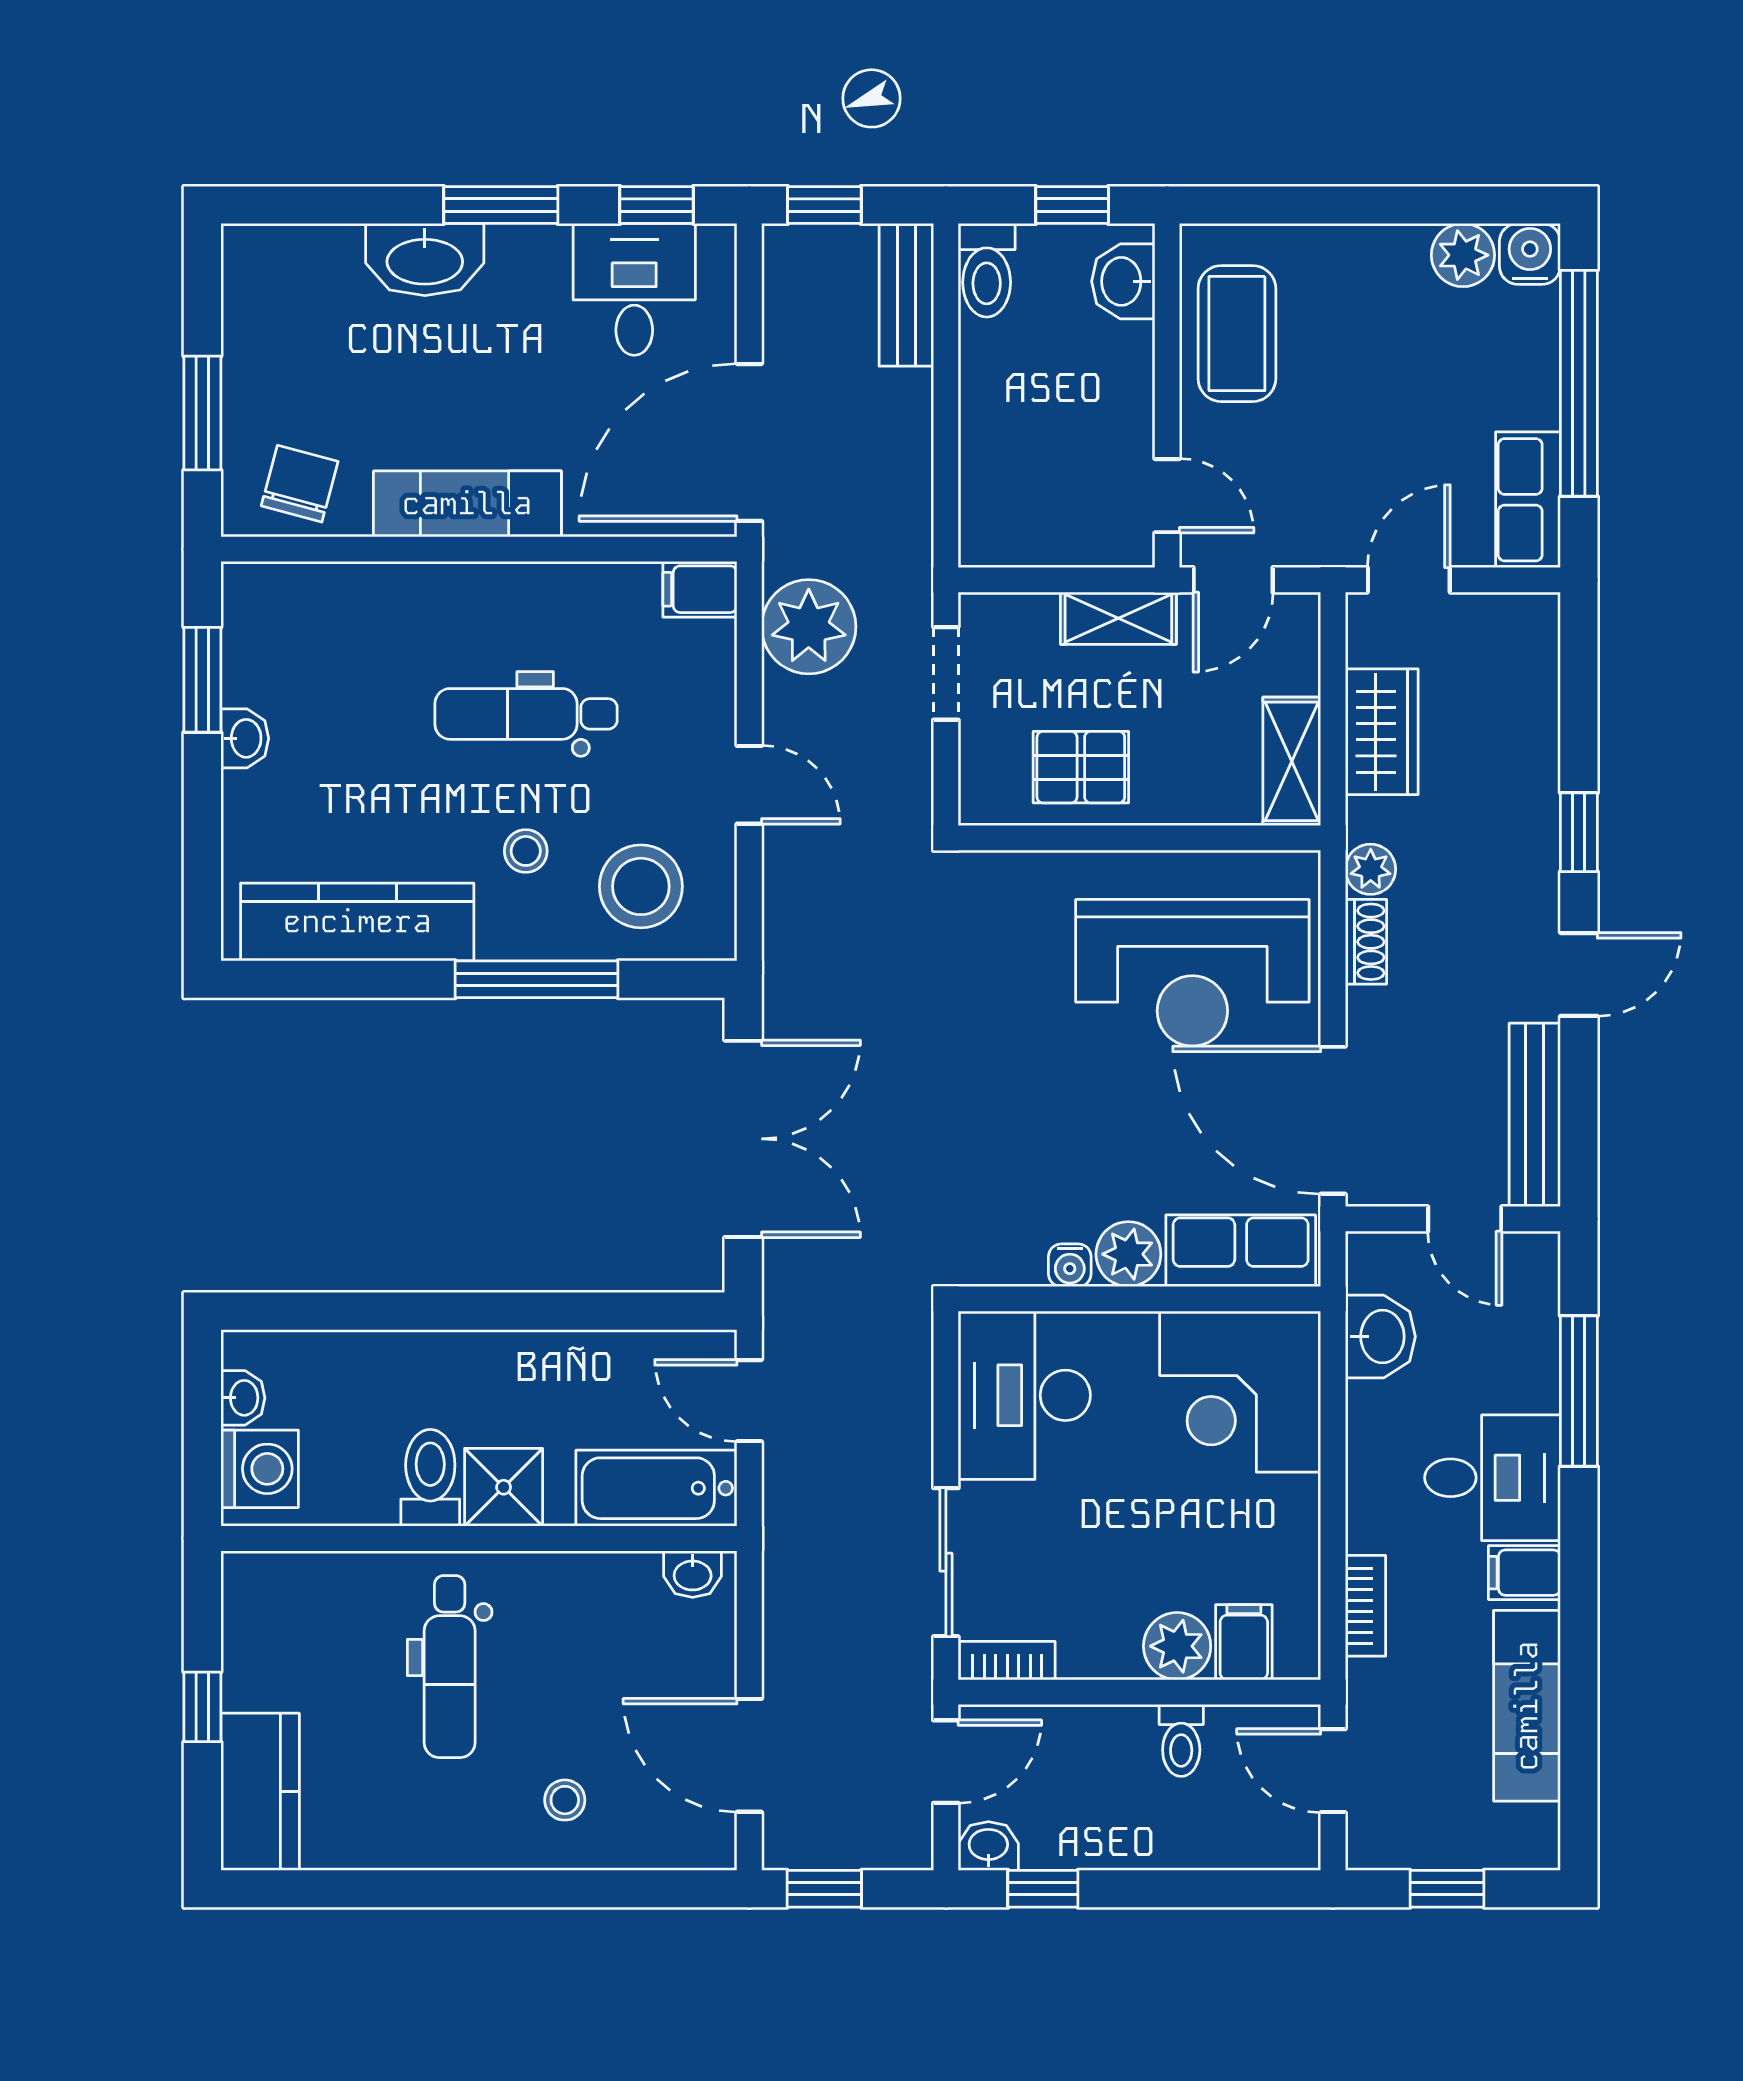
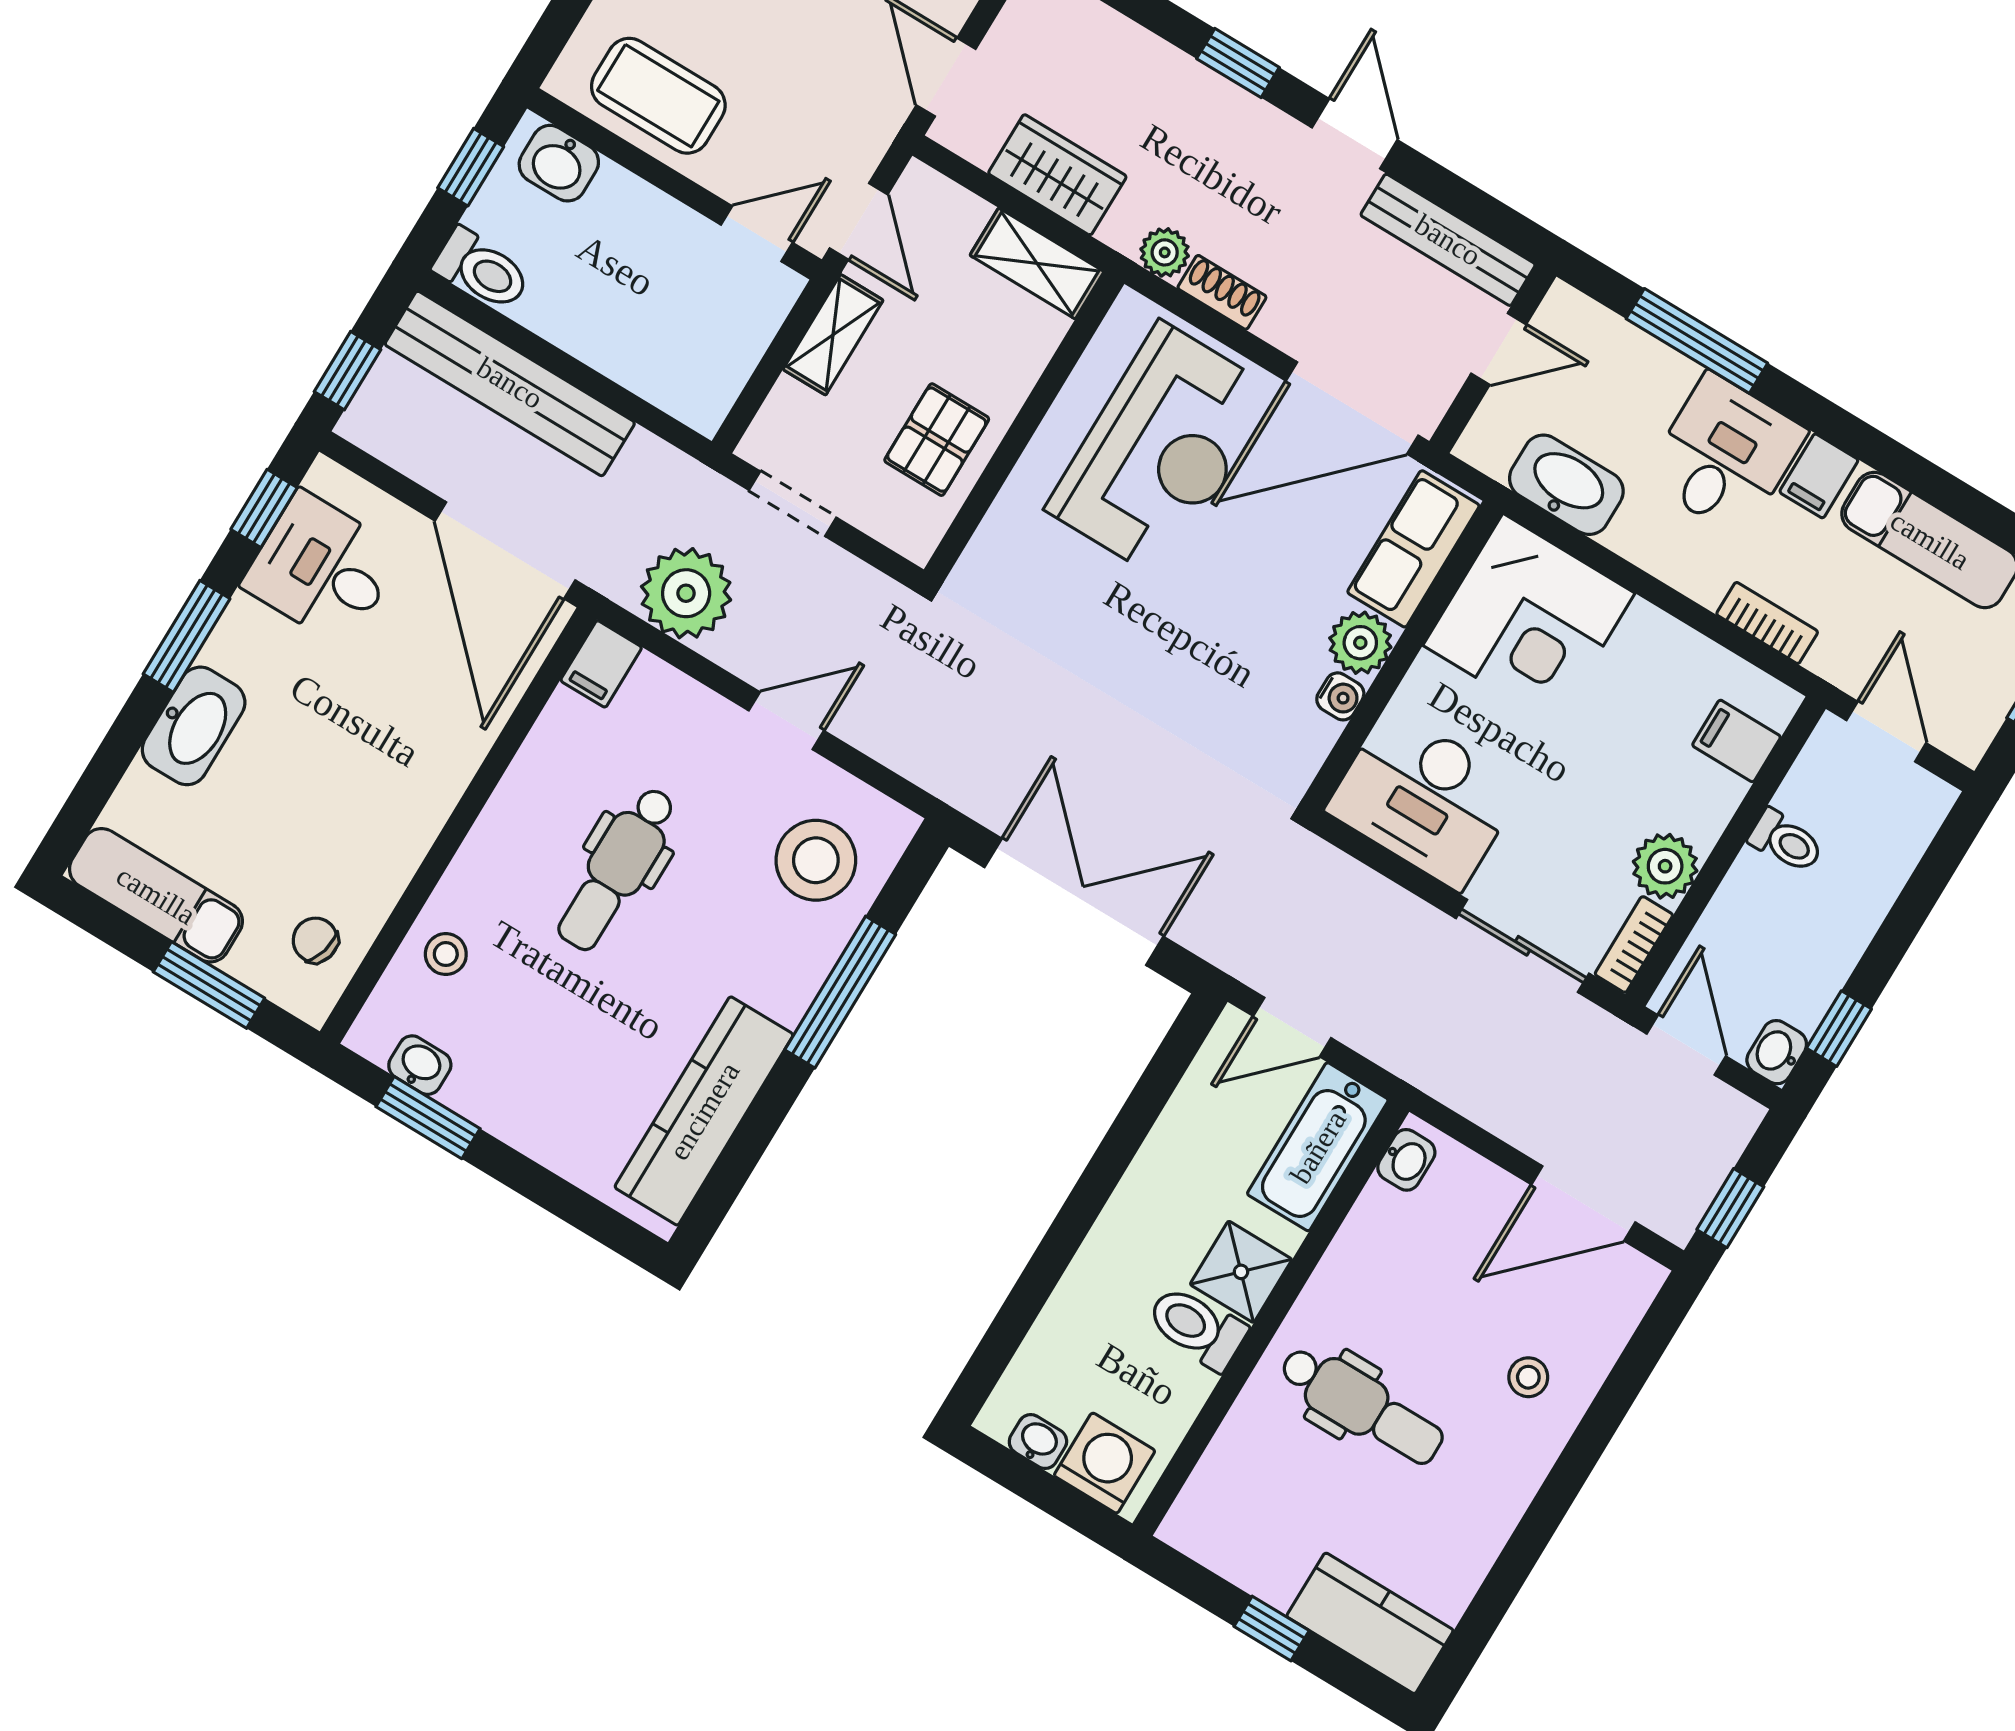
bench: (906, 295) -> (510, 383), width x1.86, depth x1.21
chair: (300, 484) -> (315, 940), width x0.73, depth x0.73
exam couch: (467, 504) -> (156, 895), moved, turned 90
washbasin: (245, 738) -> (420, 1065), moved
stool: (526, 851) -> (446, 954), moved
washbasin: (1380, 1337) -> (1566, 485), width x1.38
plant: (1177, 1646) -> (1665, 866), moved
door: (1333, 1771) -> (1886, 732), swing flipped

